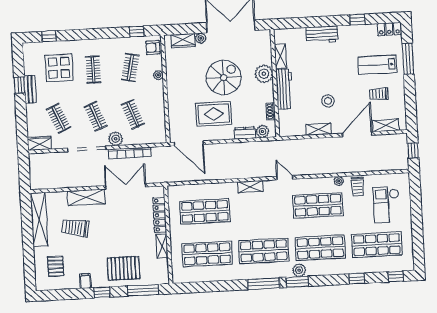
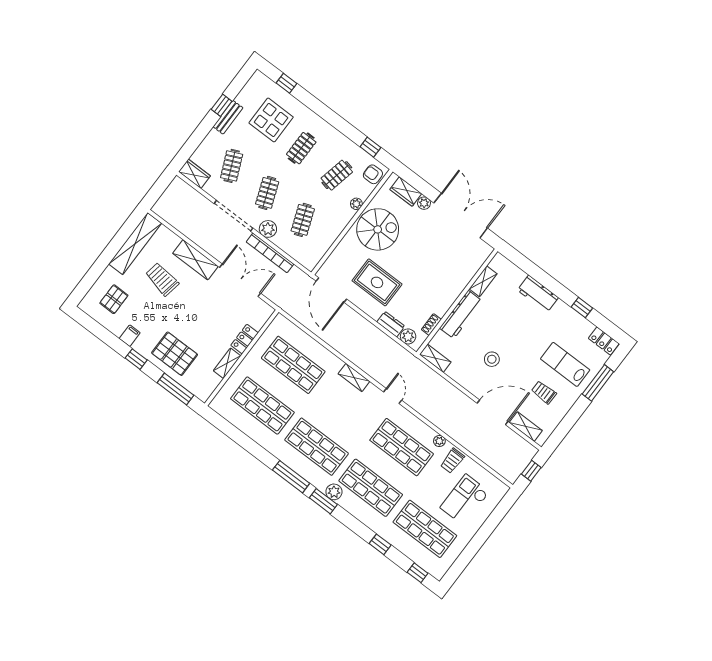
plant: (264, 74) -> (454, 285), removed
spiral stairs: (224, 78) -> (378, 229), moved
shelving: (318, 129) -> (435, 358), moved
locker: (160, 215) -> (245, 339), width x0.66

